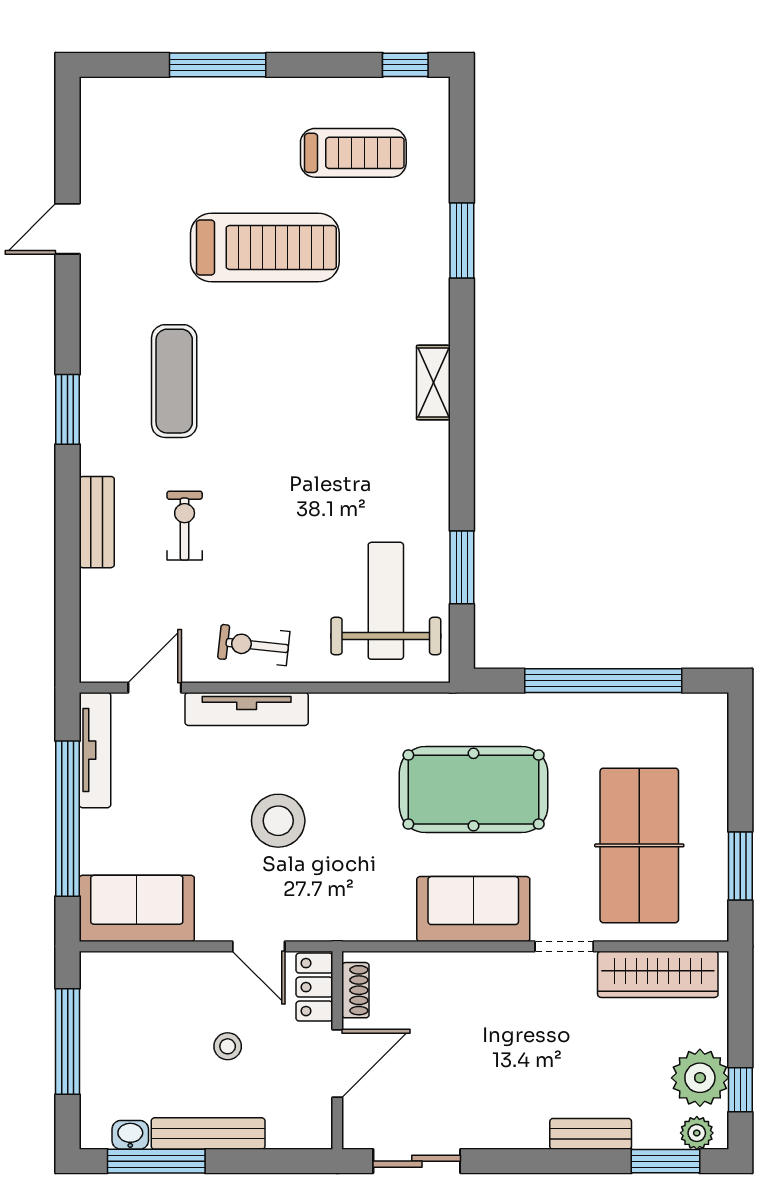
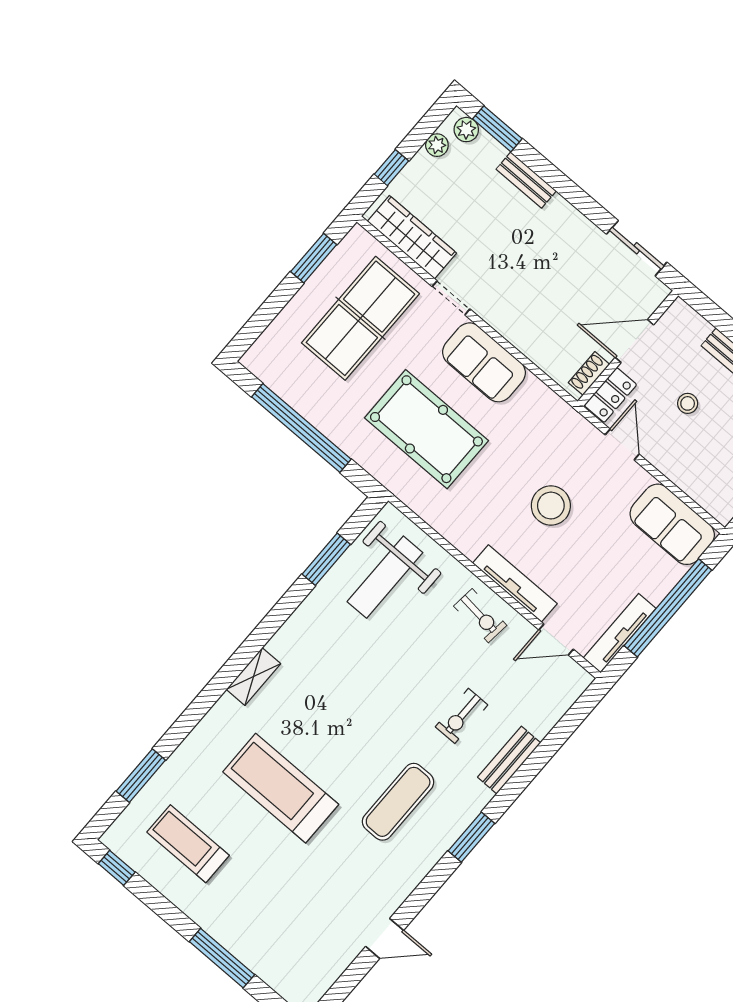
window: (462, 241) -> (141, 776), moved
treadmill: (265, 247) -> (281, 788), moved
plant: (700, 1078) -> (437, 145), width x0.53, depth x0.53
window: (740, 1090) -> (391, 168), moved

